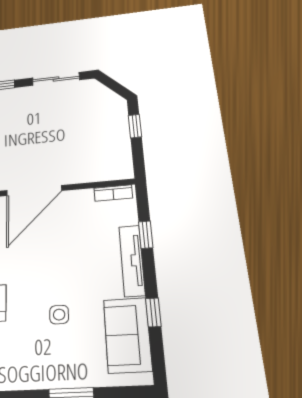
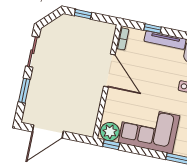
door: (34, 191) -> (109, 70), moved

